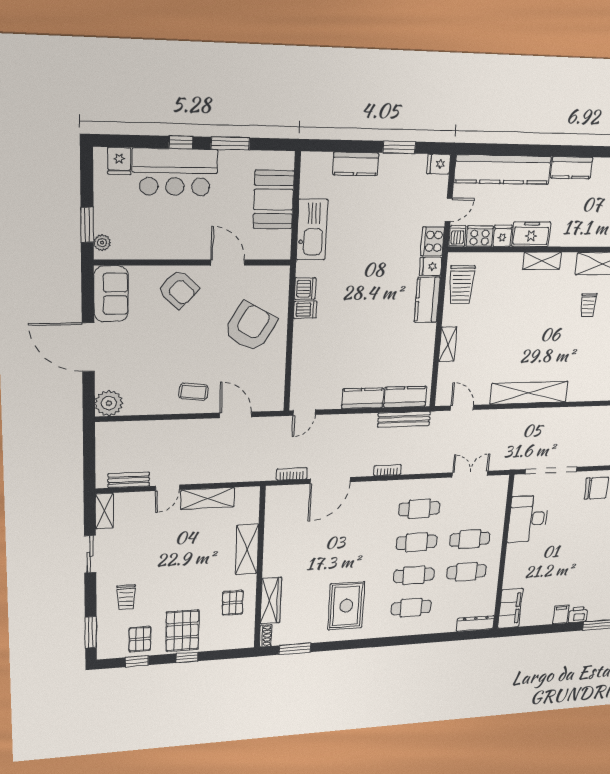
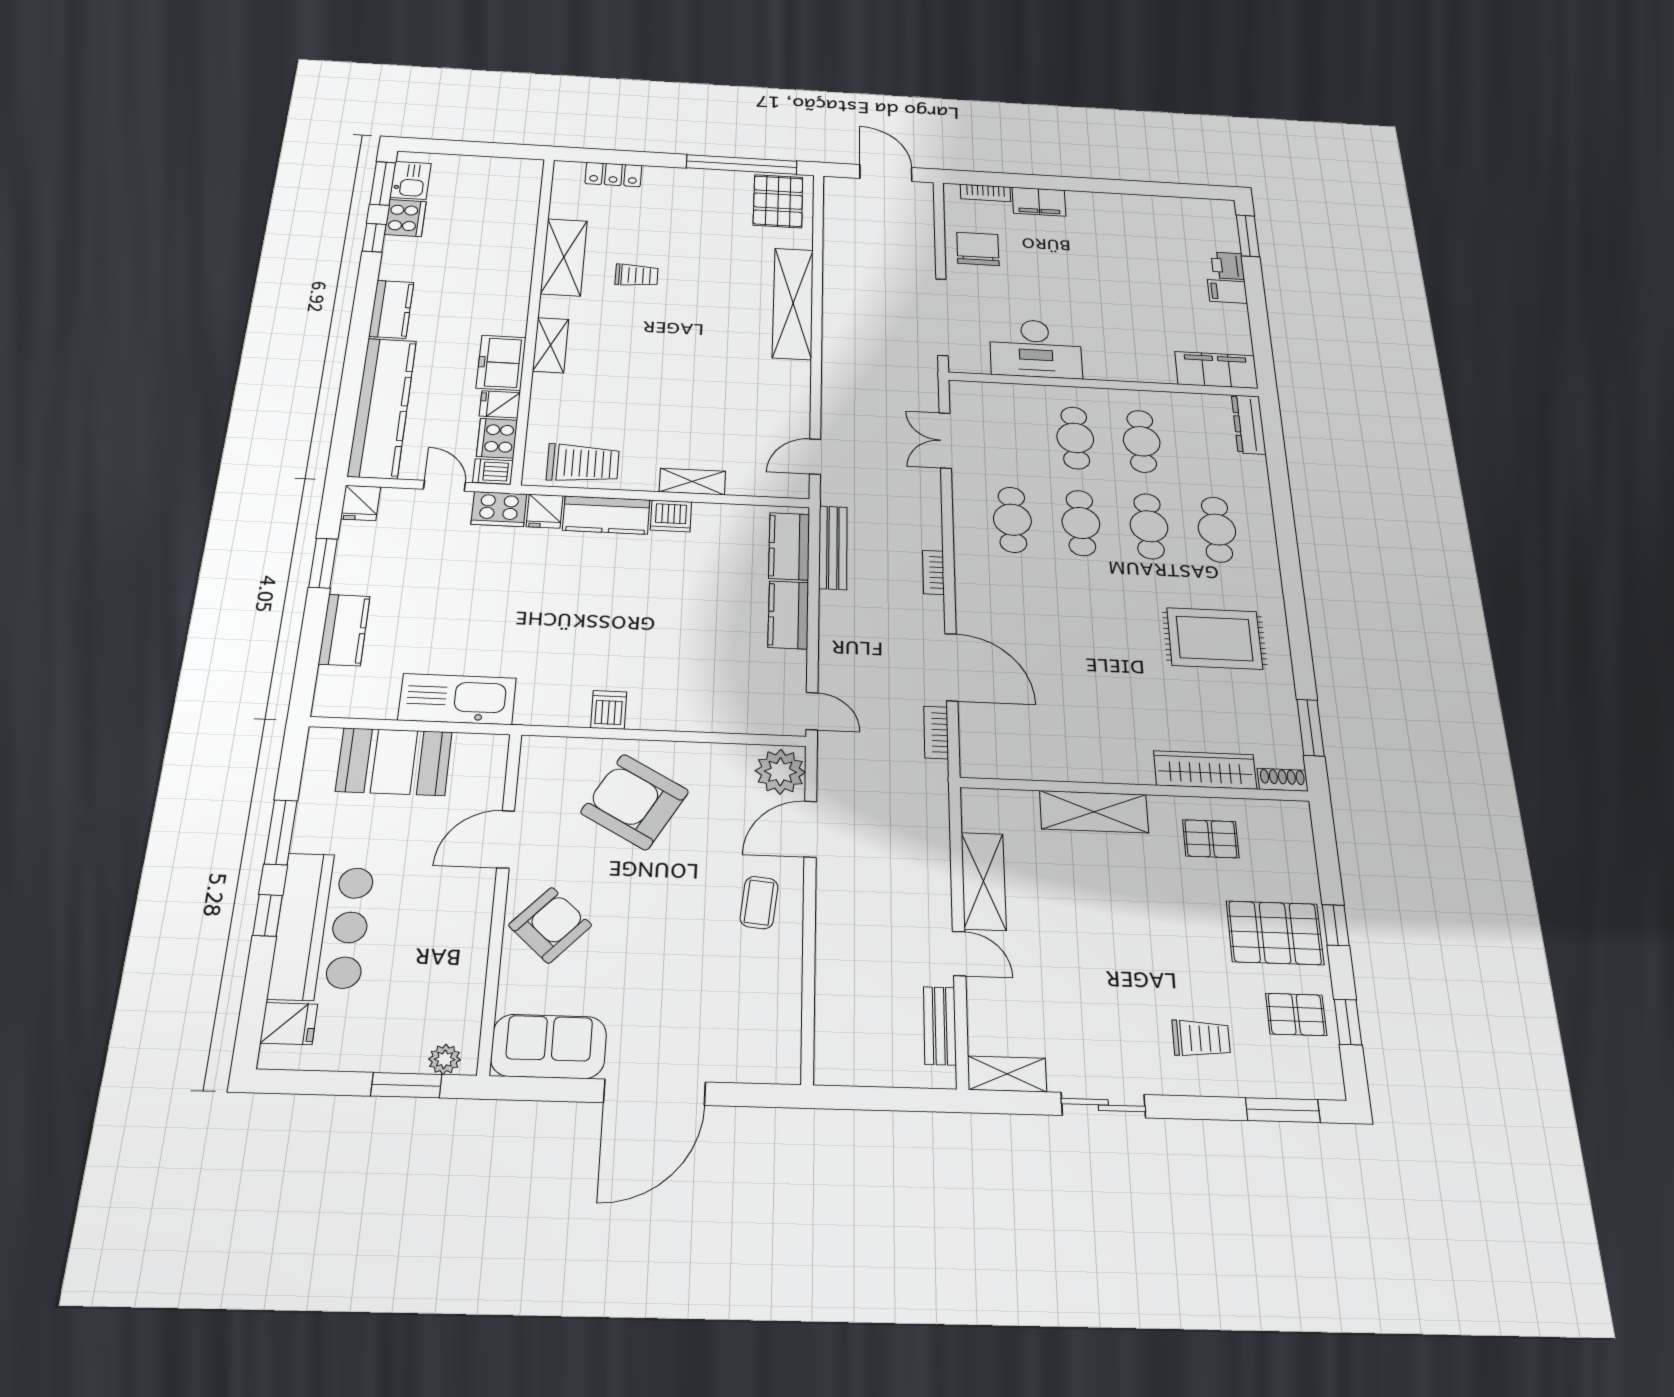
dishwasher: (305, 289) -> (671, 516), moved, turned 180
shelving: (529, 393) -> (793, 303), moved
plant: (109, 403) -> (780, 772), moved

